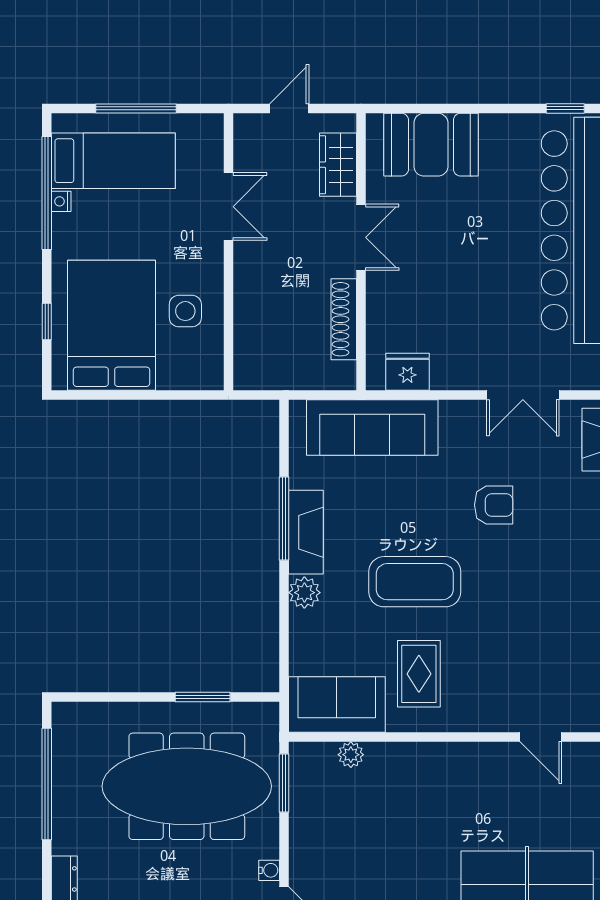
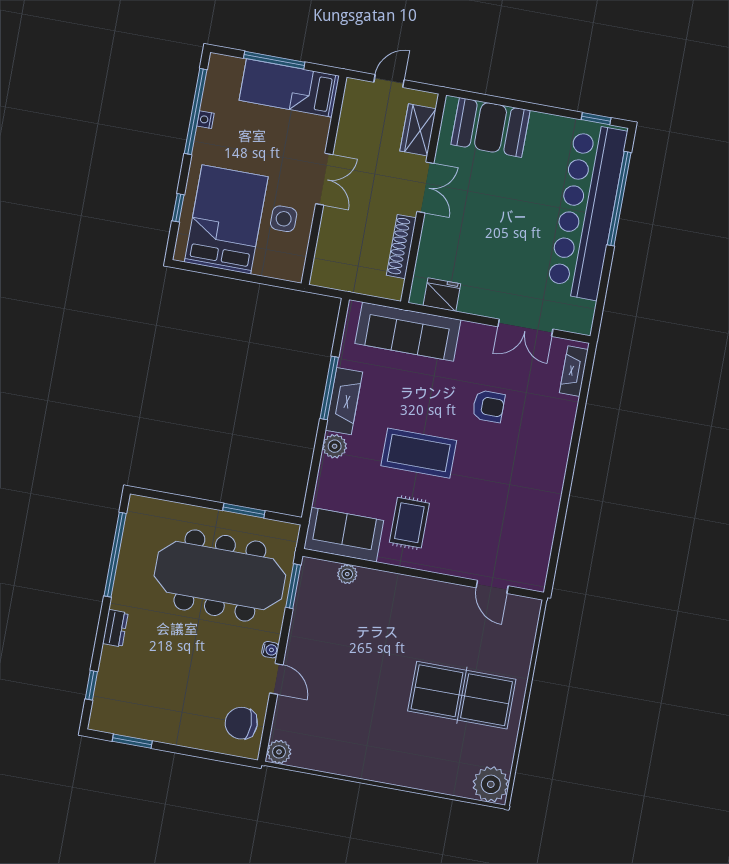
bed: (113, 161) -> (289, 88), moved, turned 180
double door: (228, 207) -> (324, 179), moved

